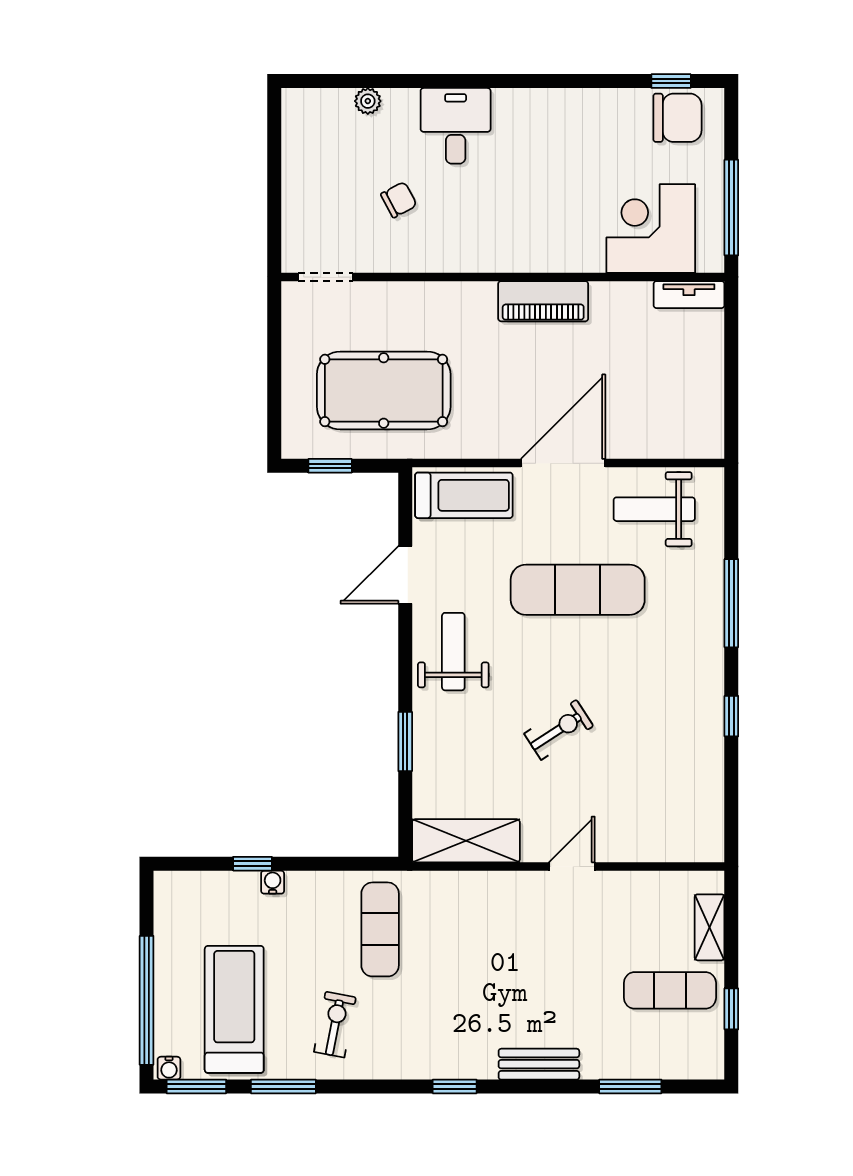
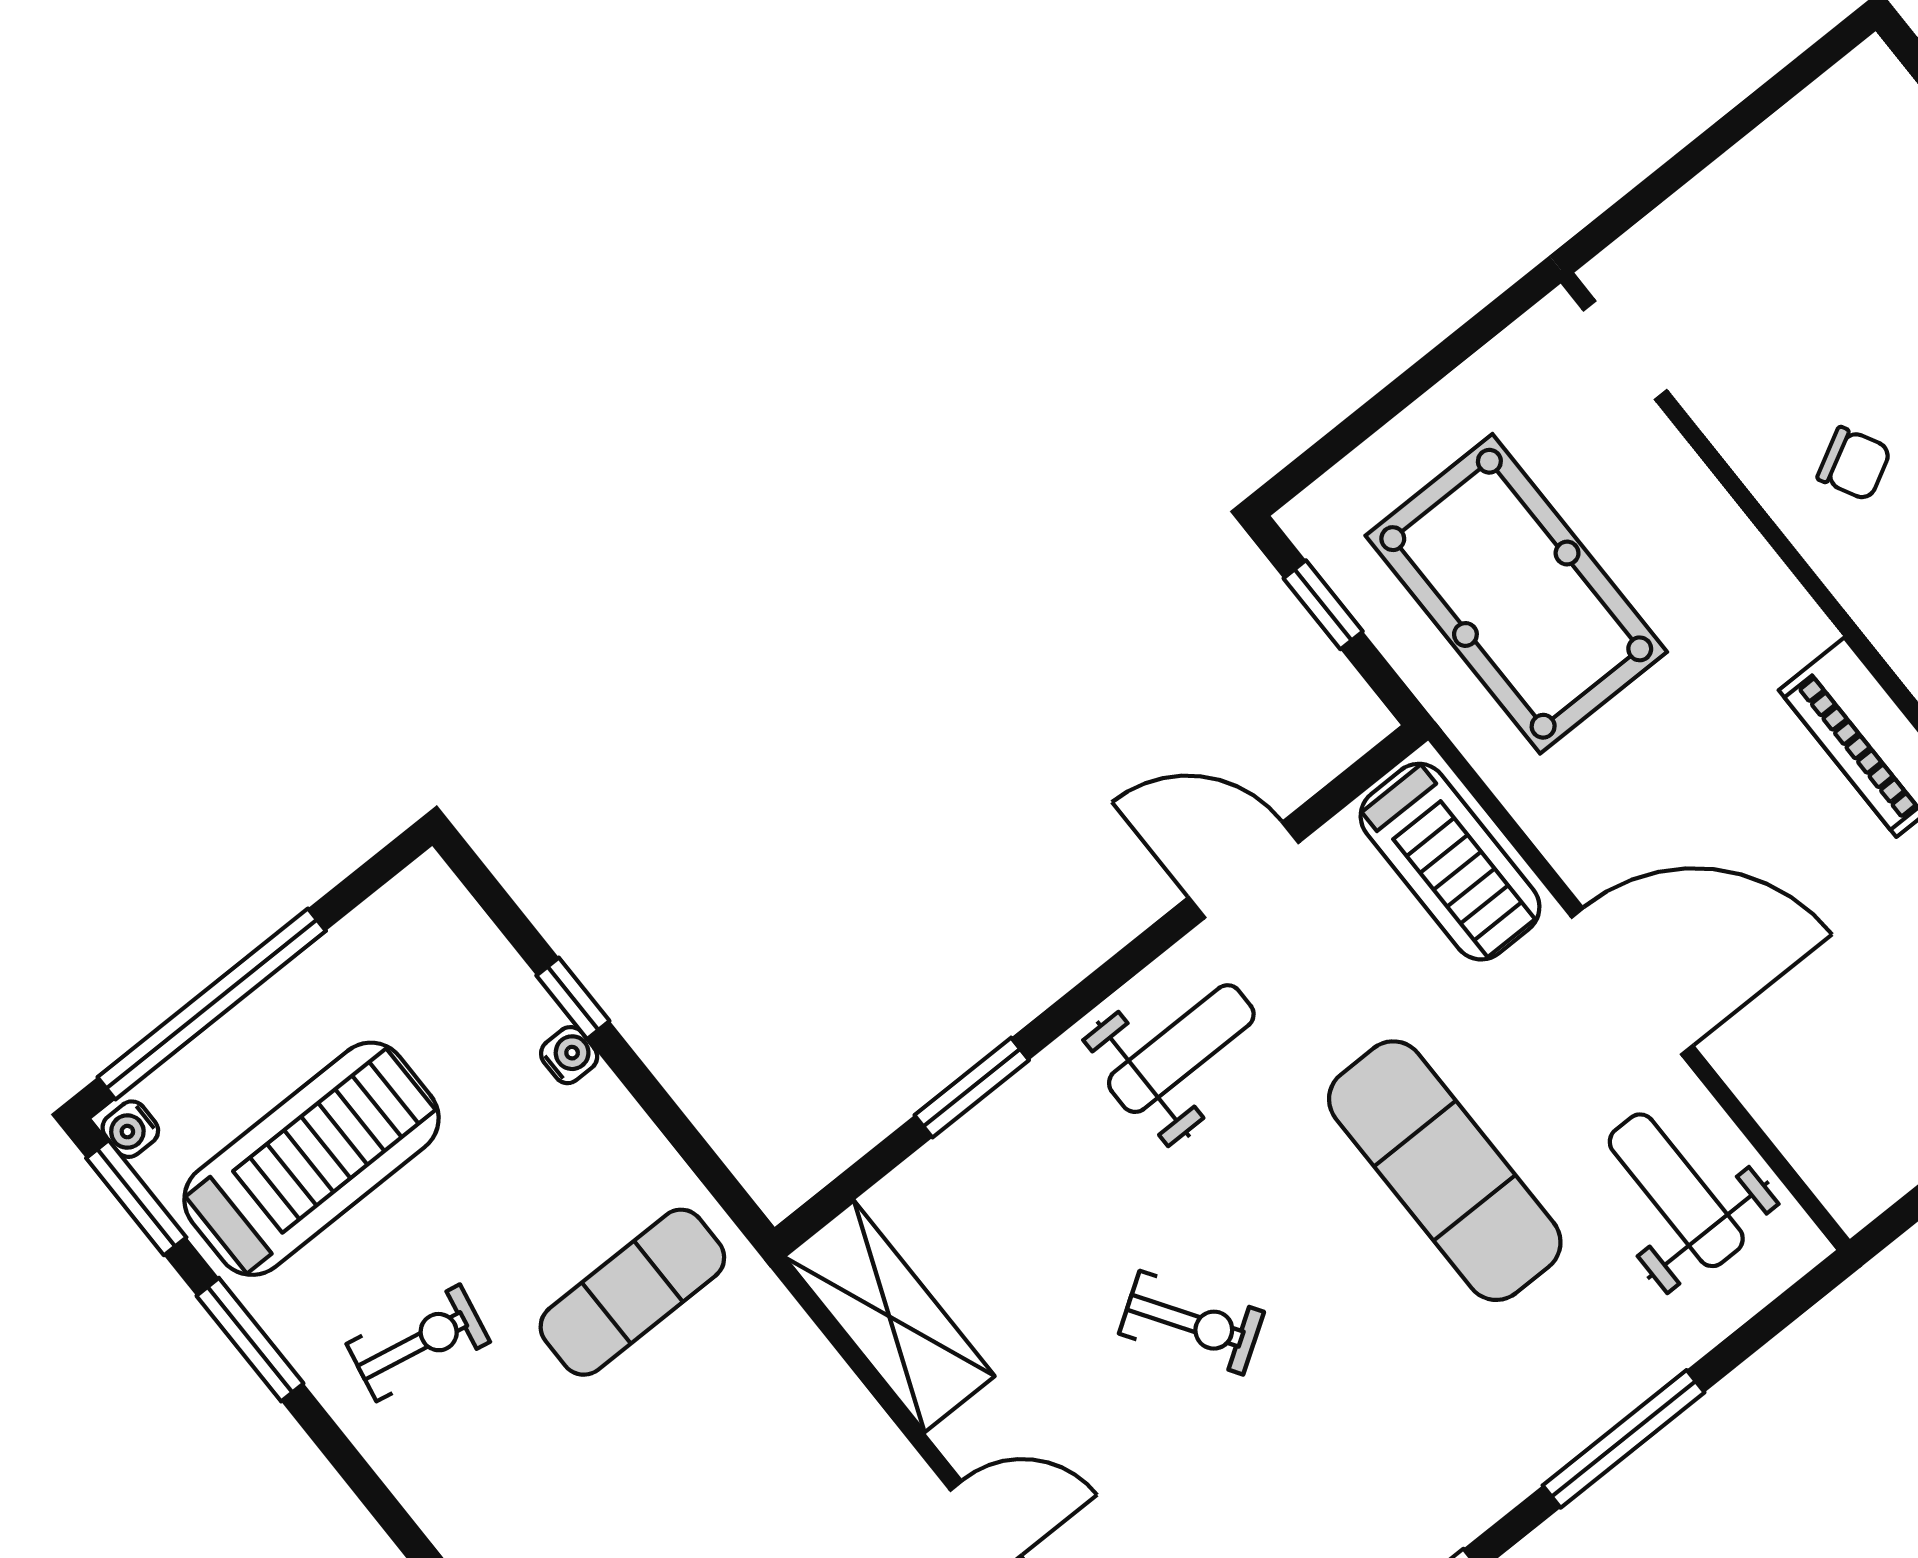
chair: (399, 200) -> (1854, 464), moved

